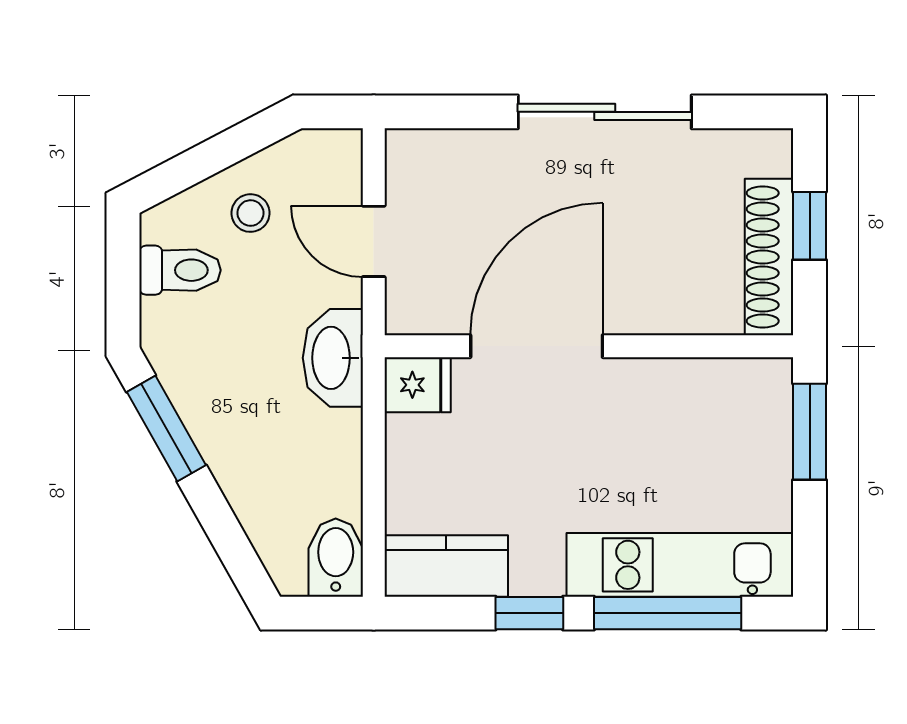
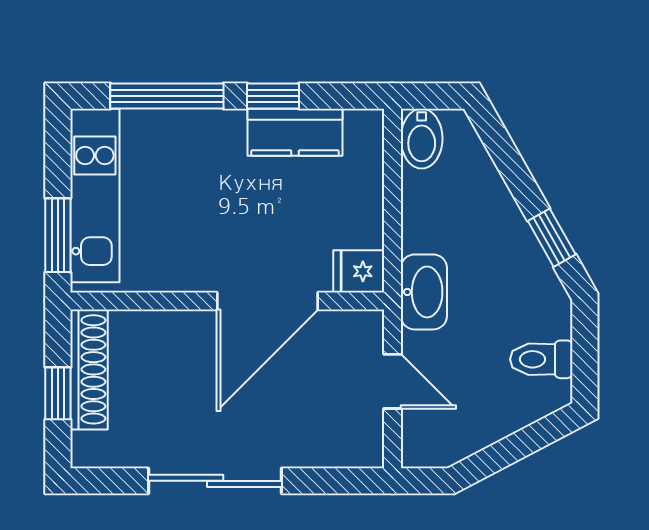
stool: (250, 213) -> (487, 403), removed
window: (166, 428) -> (552, 238), width x0.67
kitchen unit: (680, 565) -> (95, 195), moved, turned -90
kitchen counter: (446, 566) -> (295, 132), moved

